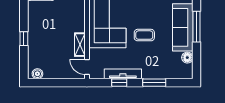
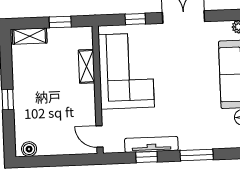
coffee table: (144, 35) -> (180, 88), removed
shelving: (80, 45) -> (87, 66), moved

